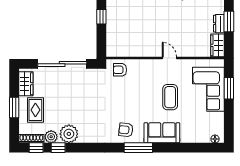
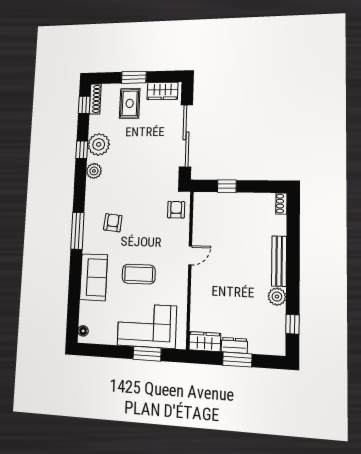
window: (101, 17) -> (227, 186), moved
door: (169, 58) -> (190, 255), moved
rug: (35, 110) -> (130, 103), turned 90
armchair: (126, 130) -> (113, 223), moved
sofa: (162, 133) -> (94, 277), moved
plant: (51, 137) -> (94, 171), moved
window: (58, 148) -> (82, 150), moved

